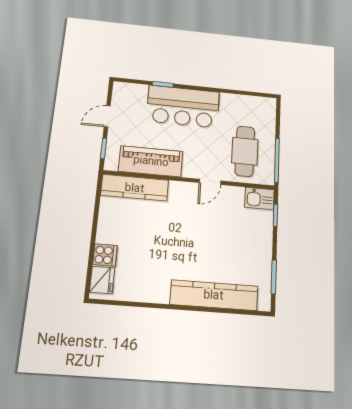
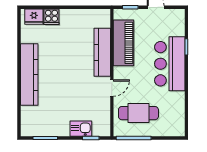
door: (210, 182) -> (112, 88), swing flipped
kitchen counter: (135, 188) -> (102, 52), moved
kitchen sink: (259, 198) -> (81, 129), moved, turned 90
kitchen counter: (214, 295) -> (29, 75), moved

